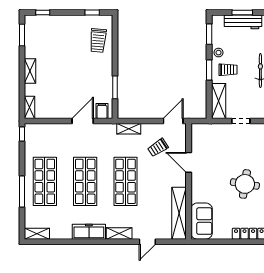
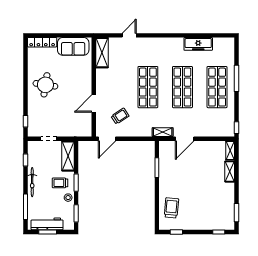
shelving: (30, 71) -> (230, 172), moved
filing cabinet: (102, 111) -> (168, 147), removed
shelving: (129, 129) -> (163, 132), moved
door: (189, 162) -> (94, 103), swing flipped
shelving: (179, 213) -> (102, 53), width x0.68
sofa: (202, 221) -> (73, 46), moved, turned -90
freezer: (89, 232) -> (198, 44), moved
shelving: (37, 234) -> (224, 42), removed
shelving: (119, 234) -> (153, 42), removed

